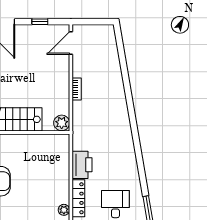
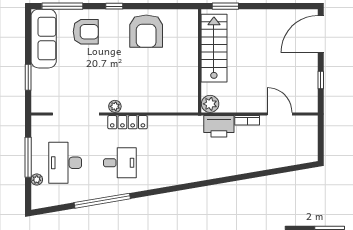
door: (71, 43) -> (280, 114), moved
printer: (82, 165) -> (219, 126), moved

